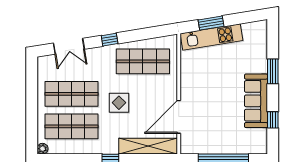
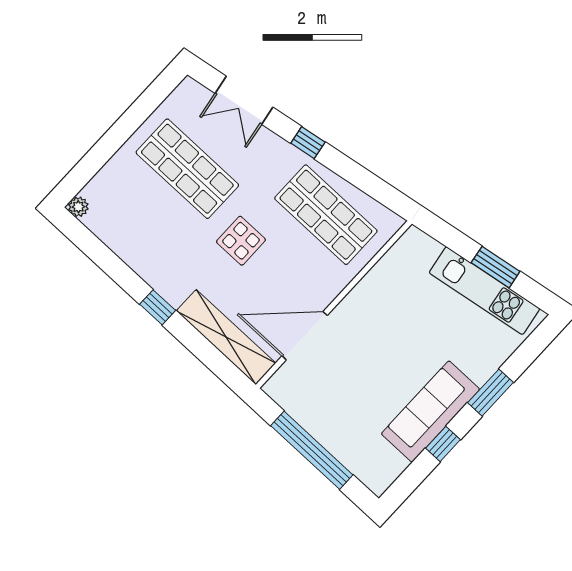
window: (211, 23) -> (496, 267), moved
kitchen unit: (212, 37) -> (484, 291), moved
window: (273, 120) -> (443, 444), moved
shop shelf: (71, 126) -> (146, 213), removed

